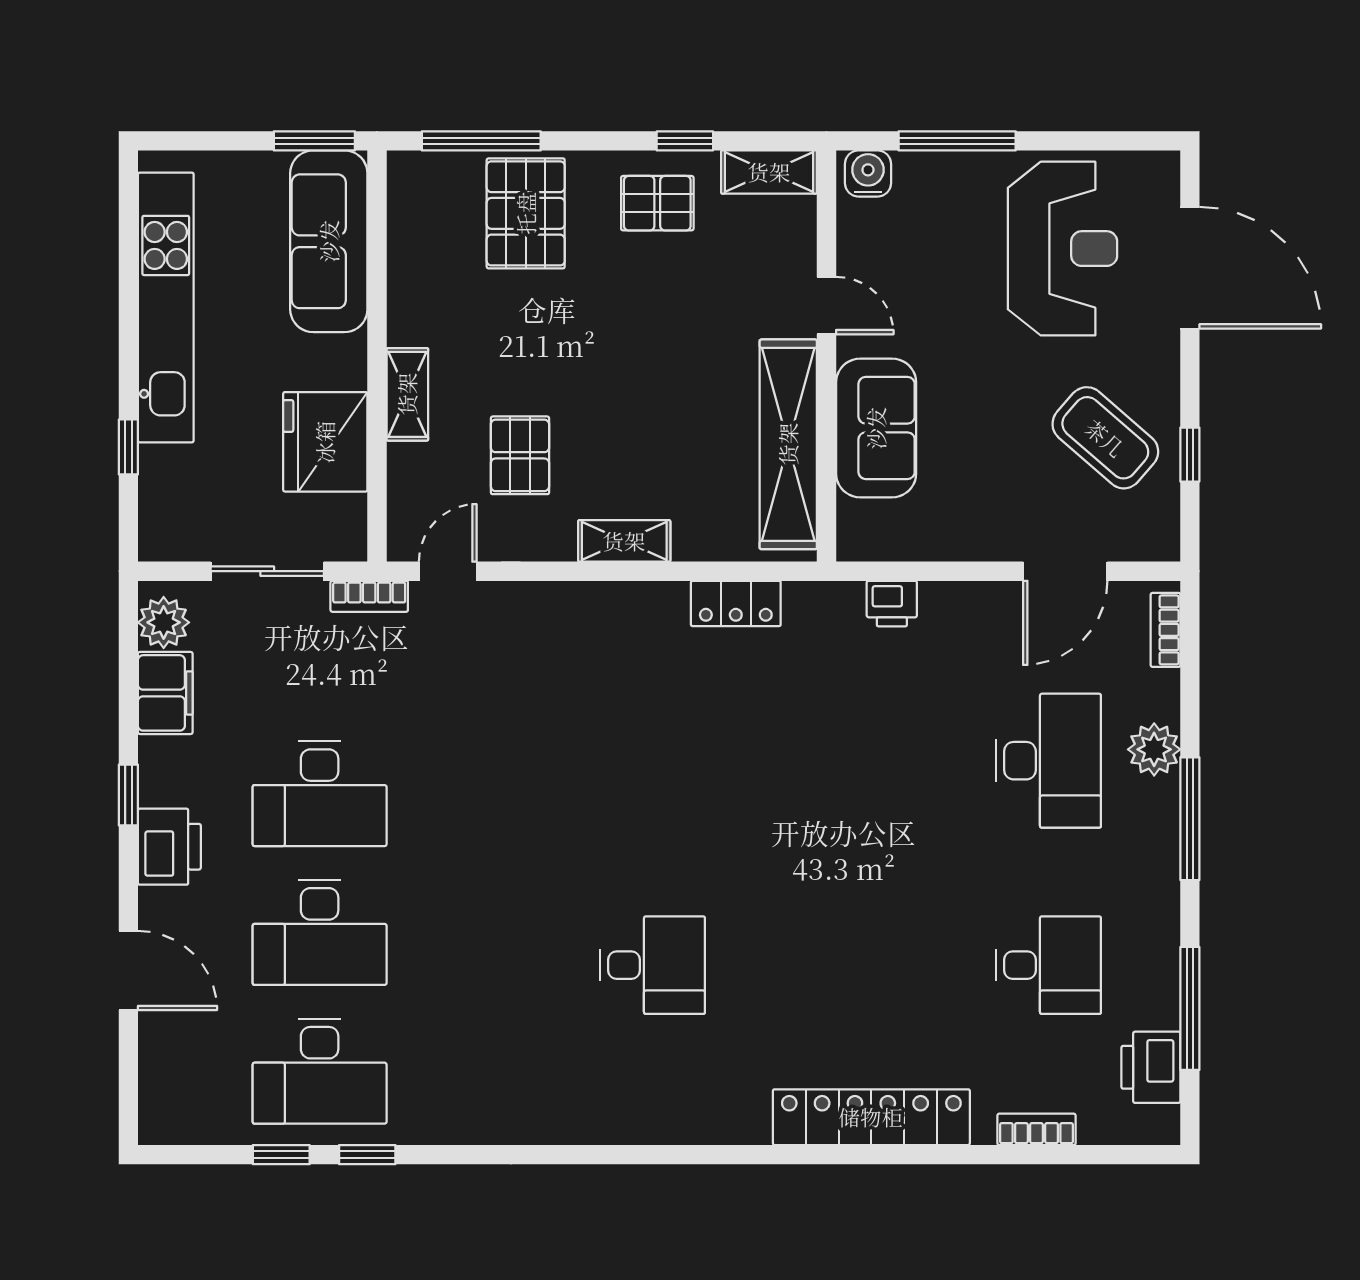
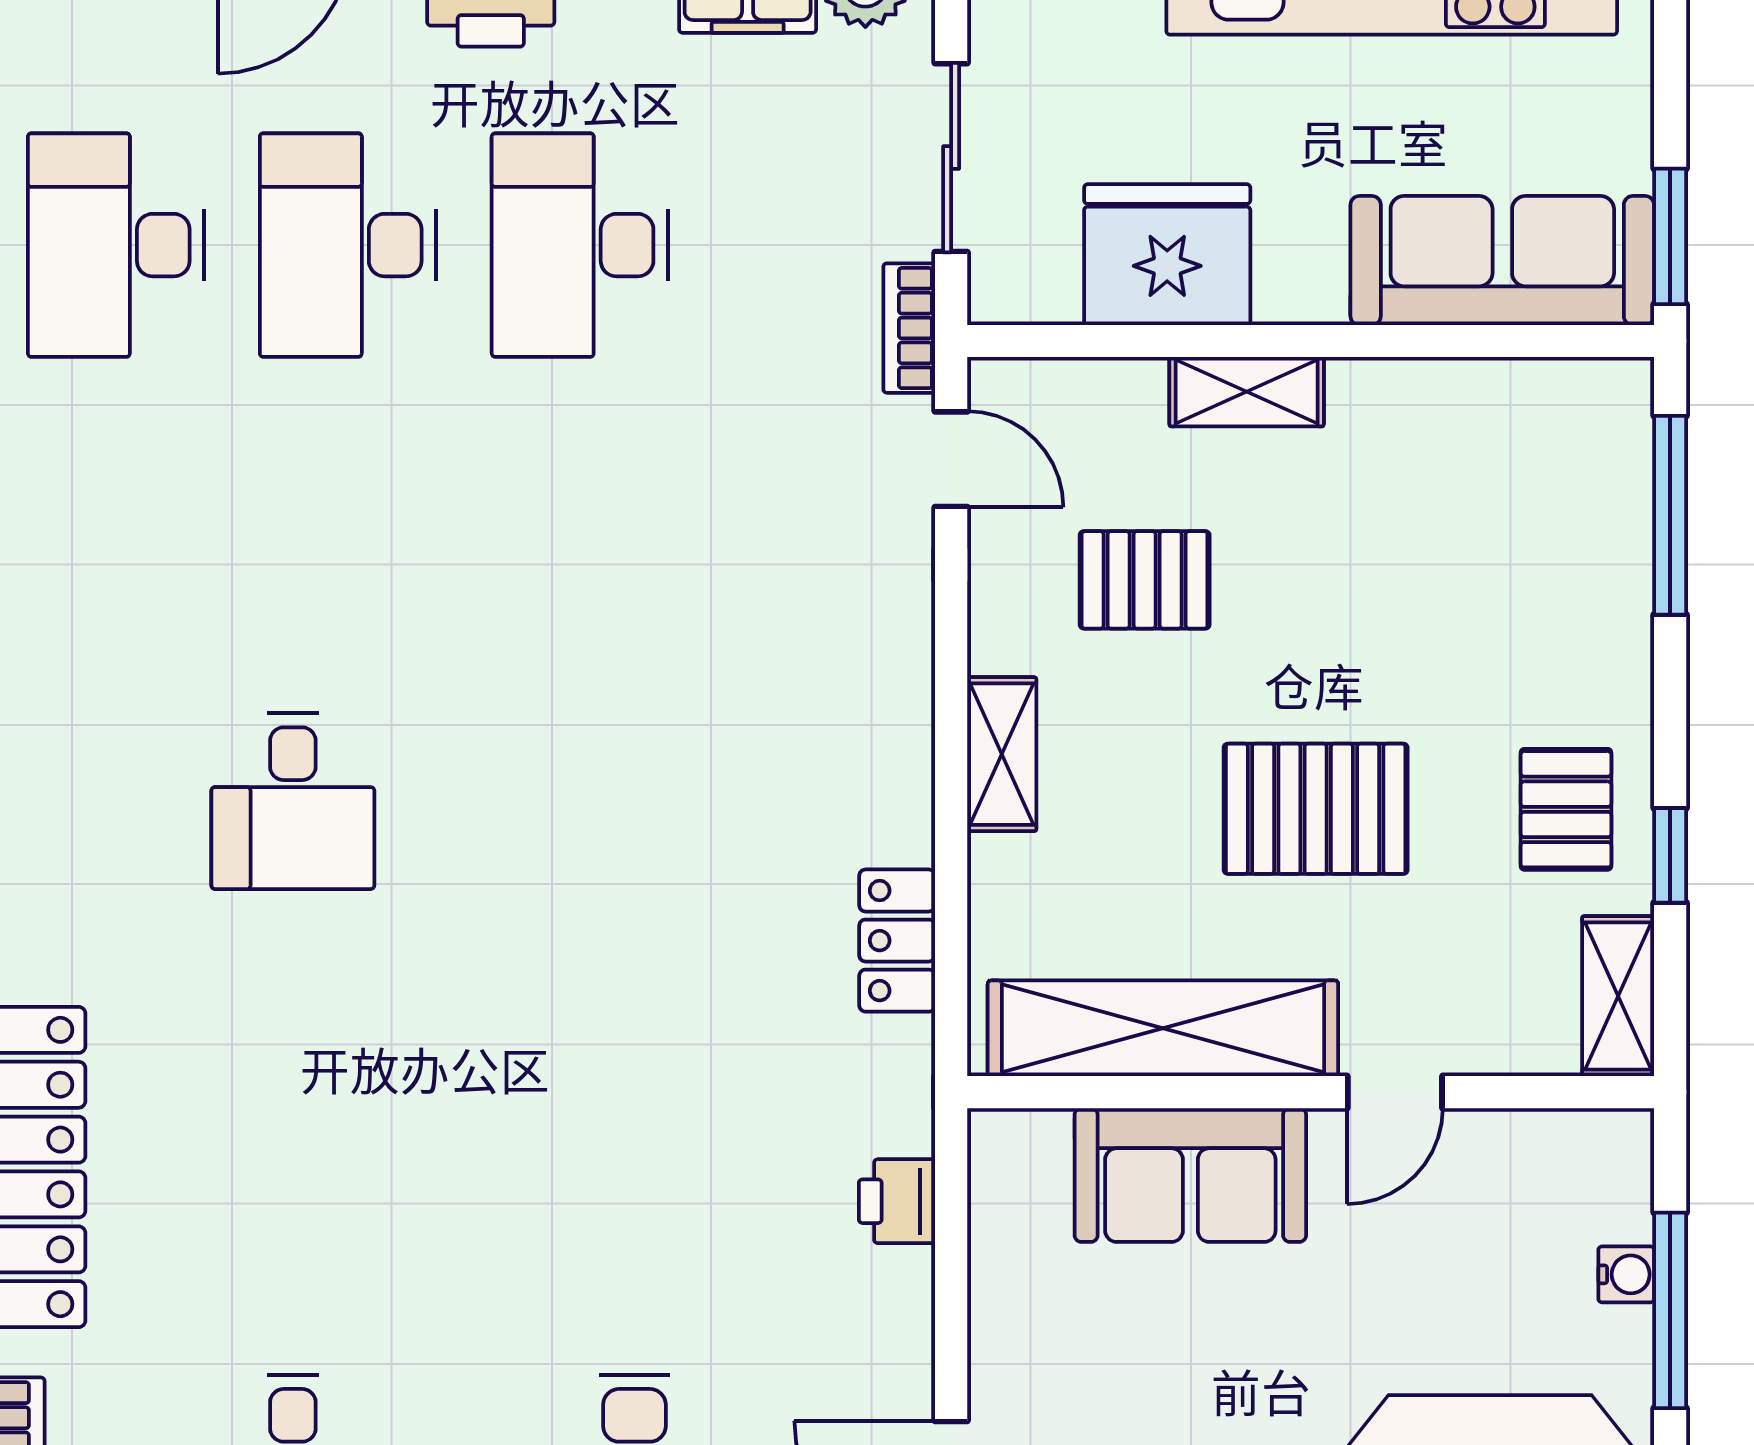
water cooler: (868, 174) -> (1626, 1274), moved, width x0.72, depth x0.72
pallet: (526, 213) -> (1316, 809), moved

